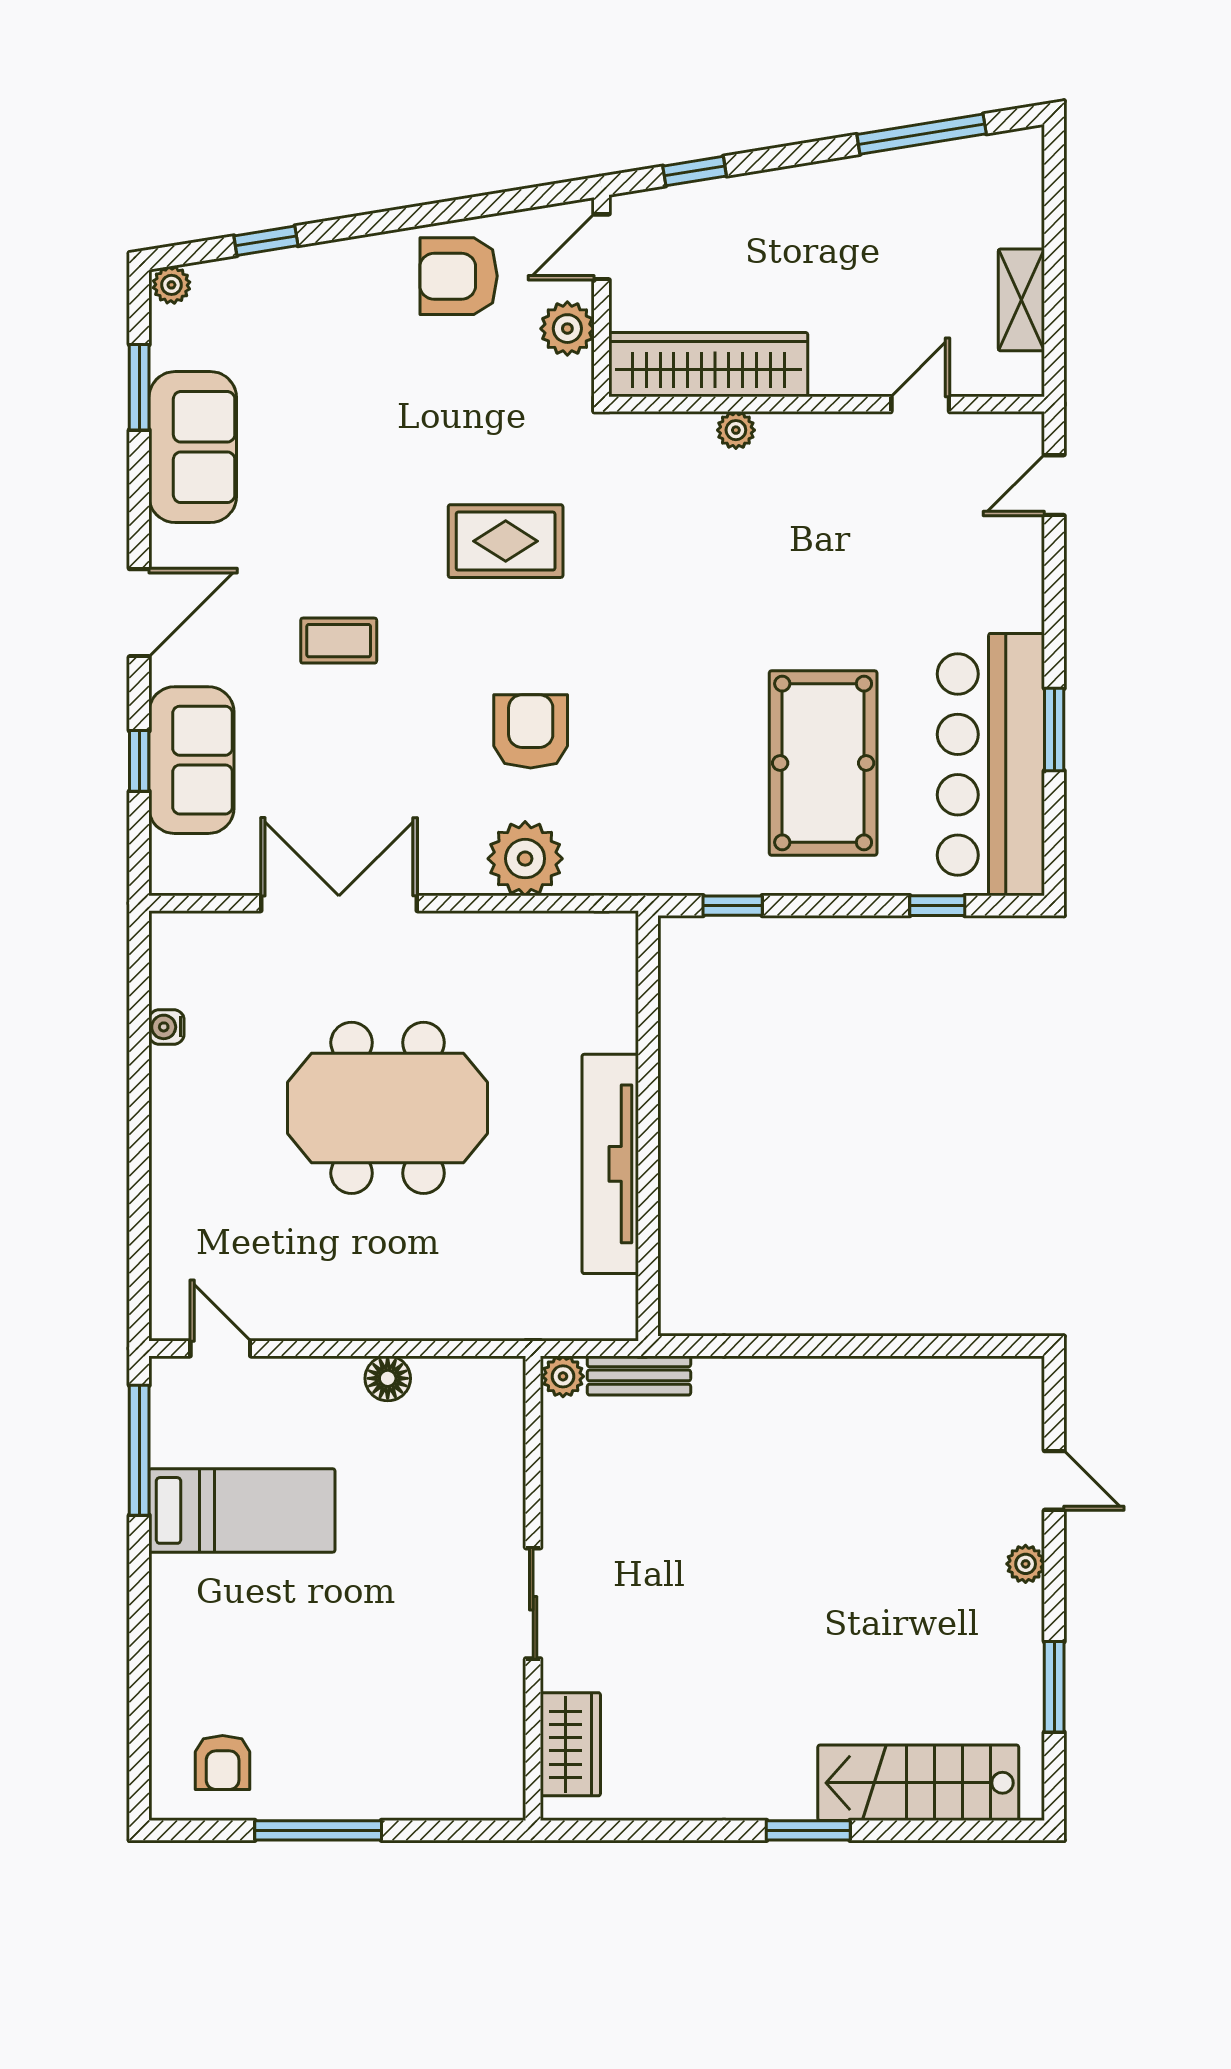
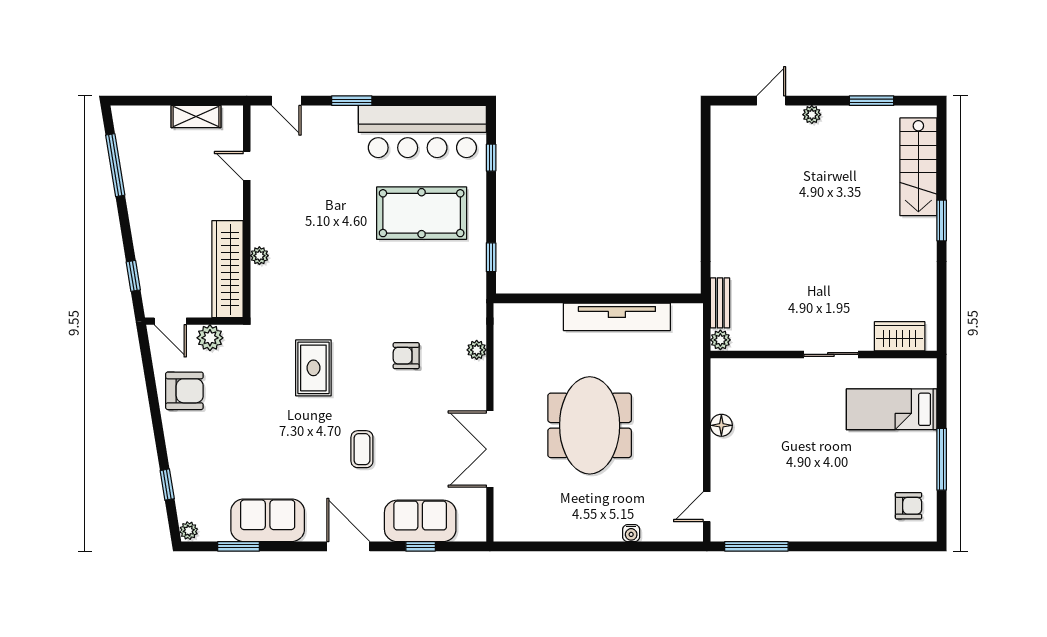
armchair: (459, 276) -> (184, 391), turned -90
window: (1054, 730) -> (352, 101), moved
armchair: (531, 731) -> (406, 356), width x0.72, depth x0.72
plant: (525, 859) -> (477, 350), width x0.53, depth x0.53
water cooler: (166, 1027) -> (631, 533), moved
bed: (242, 1510) -> (892, 409), moved, turned -90

